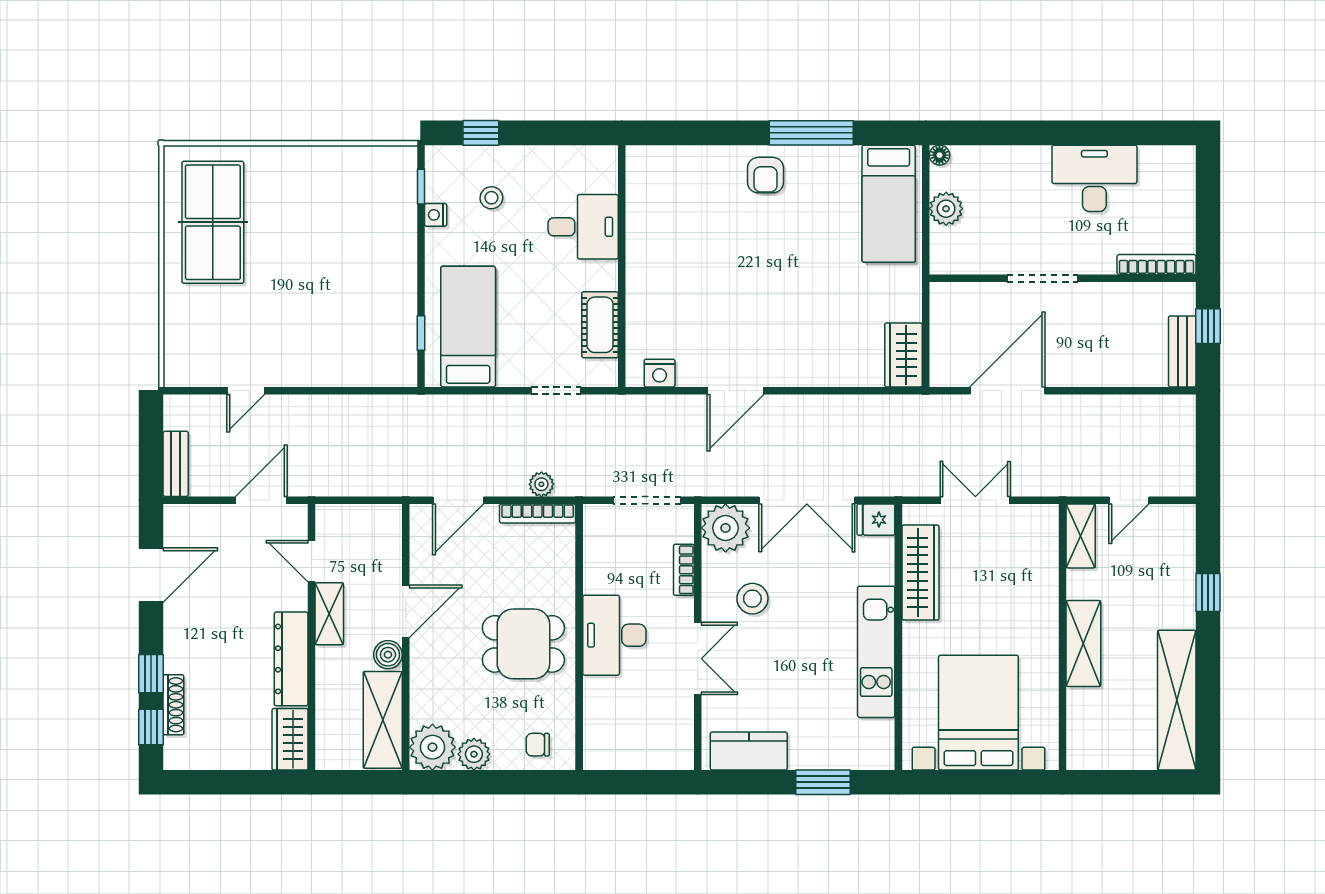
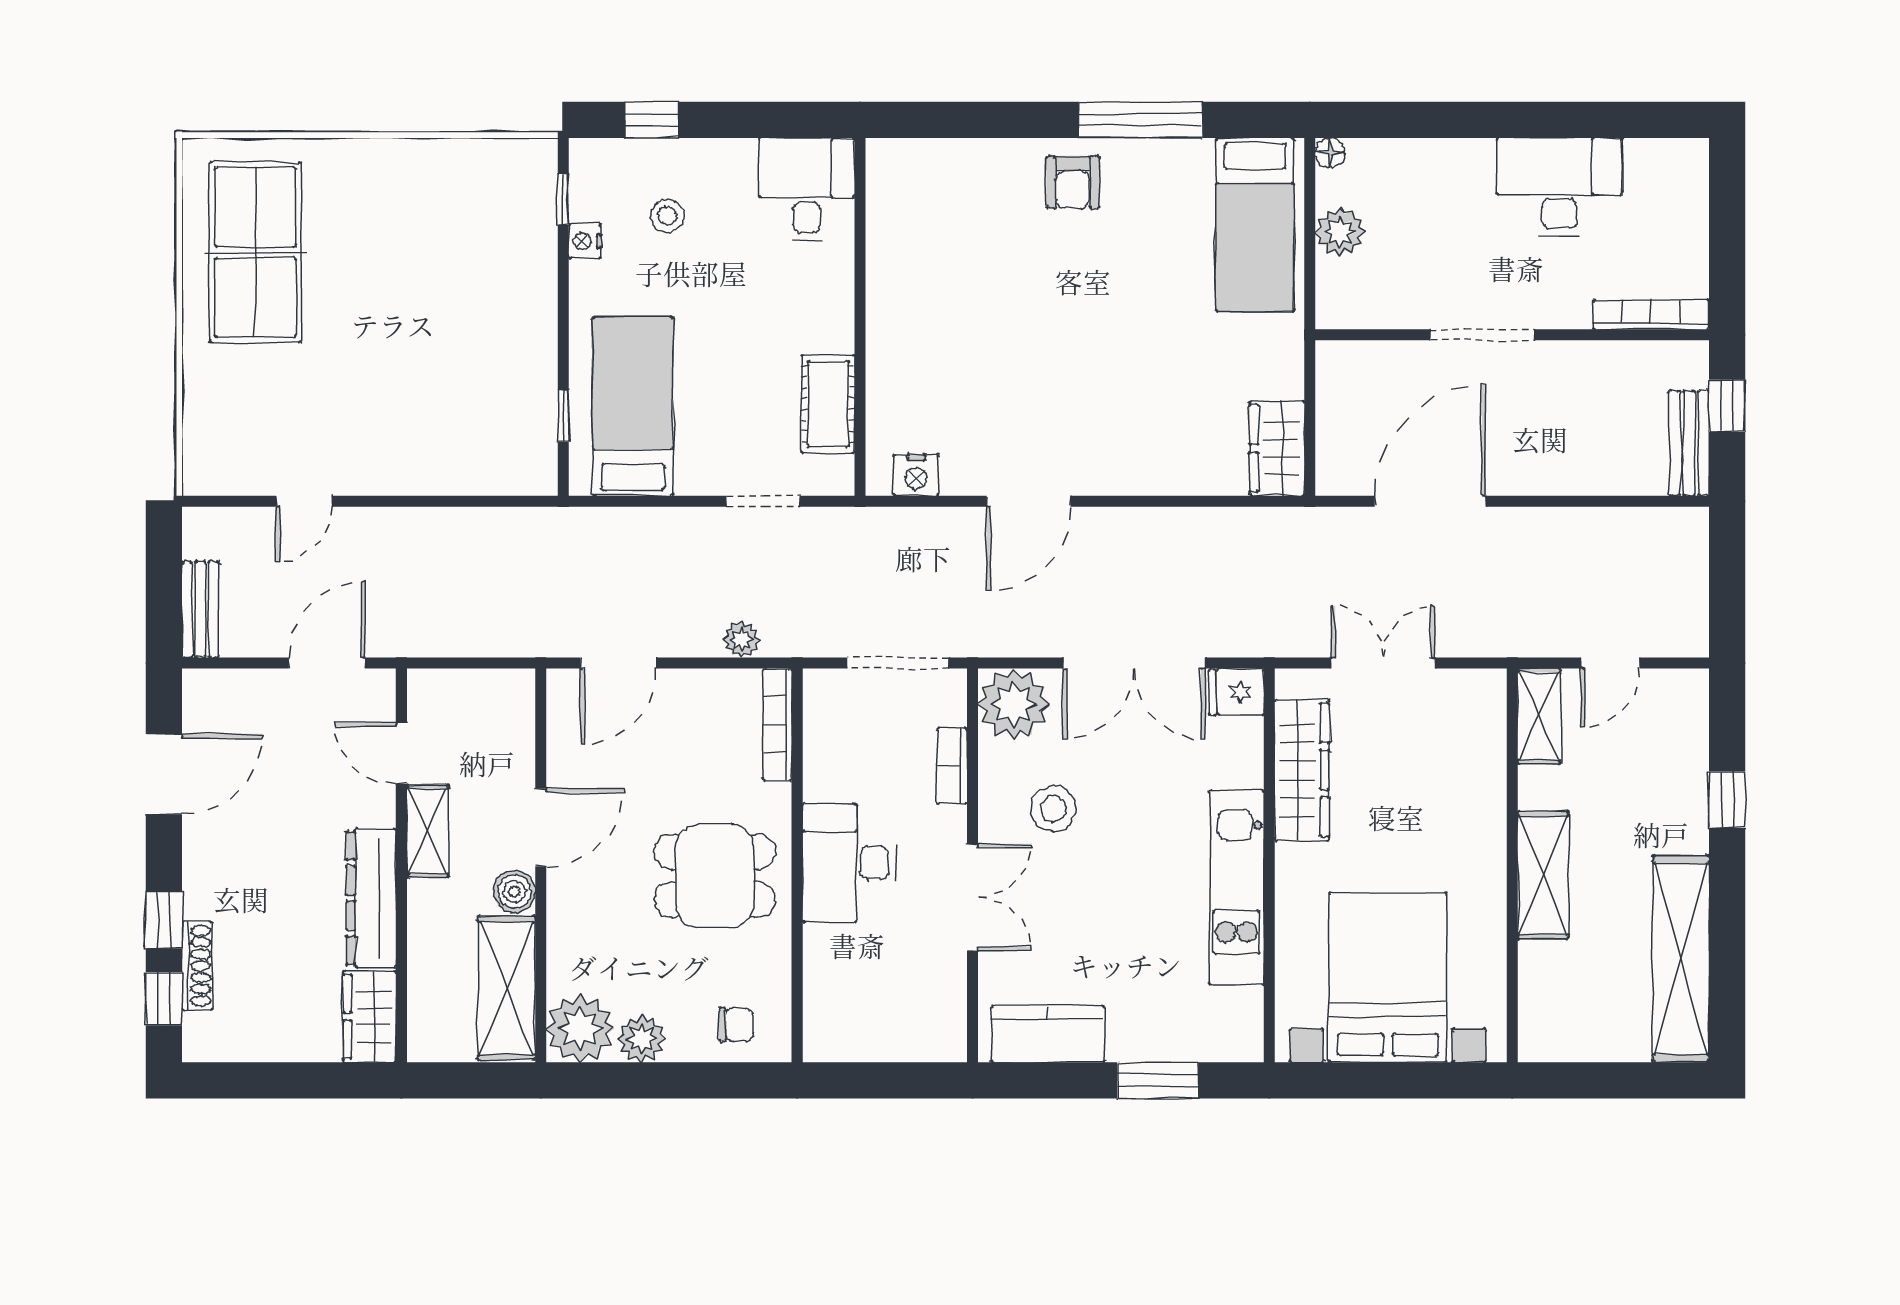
desk: (583, 227) -> (807, 190), moved, turned -90
bookcase: (538, 514) -> (777, 725), moved, turned 90
chair: (538, 745) -> (736, 1025), turned 180

